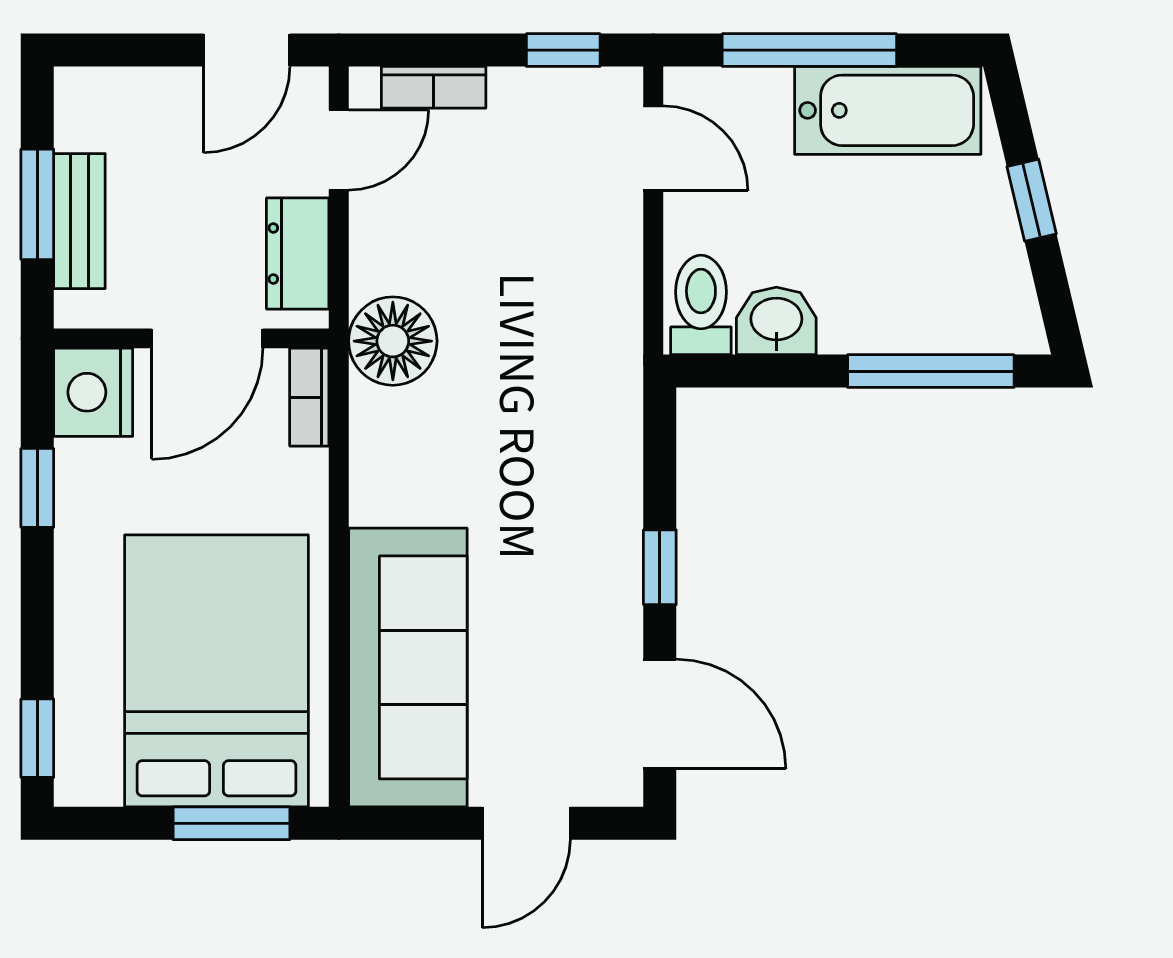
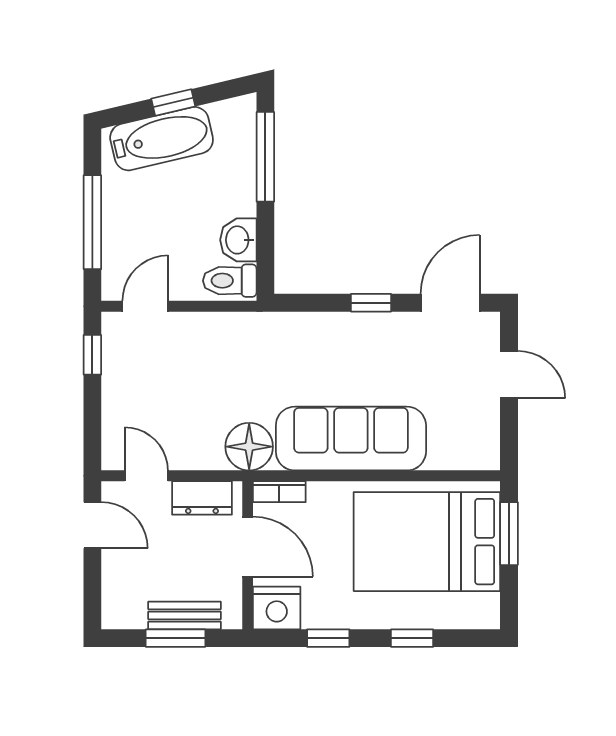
bookcase: (434, 87) -> (112, 425), removed
bathtub: (888, 110) -> (162, 139), moved, turned 77
sofa: (408, 667) -> (351, 439), moved
window: (37, 738) -> (412, 638), moved

